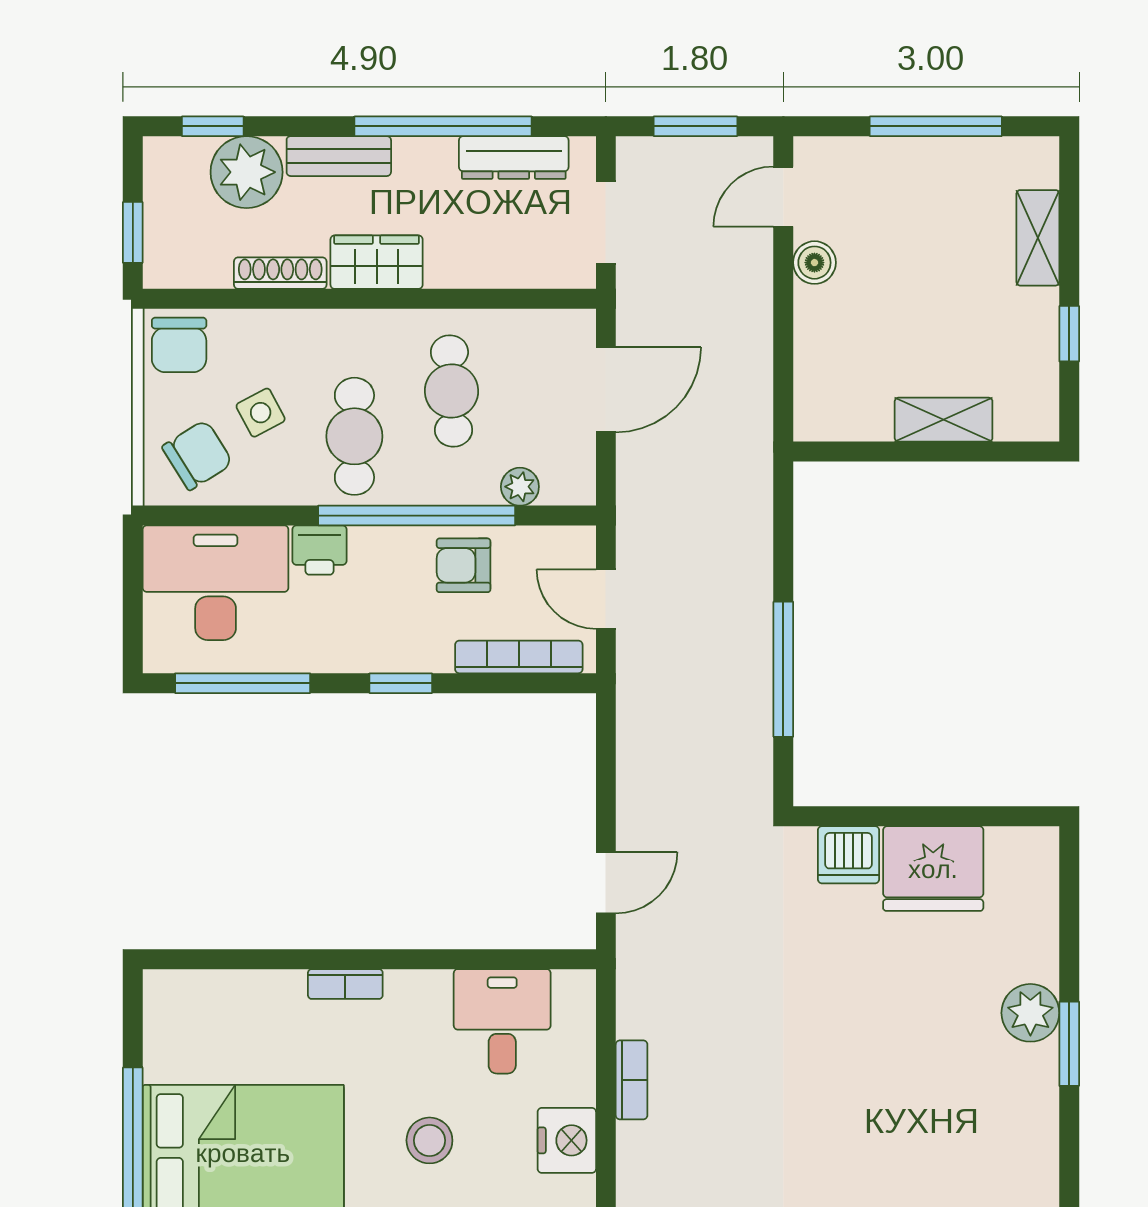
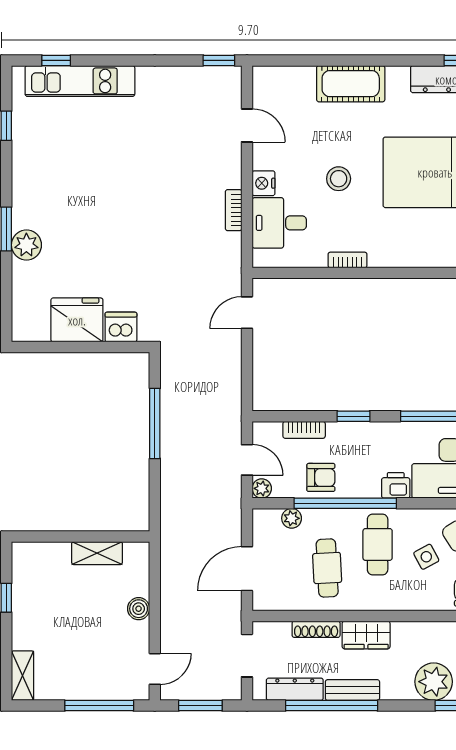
window: (936, 126) -> (99, 706), moved
bench: (339, 156) -> (352, 690), moved
shelving: (1038, 238) -> (23, 676), moved
boiler: (814, 263) -> (139, 609), moved
shoe rack: (280, 273) -> (316, 629), moved
shelving: (944, 420) -> (97, 553), moved
plant: (577, 544) -> (262, 488), added
bookcase: (519, 657) -> (304, 430), width x0.64
bookcase: (345, 984) -> (347, 260), moved
desk: (502, 1021) -> (279, 223), moved, turned 90
nightstand: (567, 1140) -> (264, 183), width x0.74, depth x0.75

